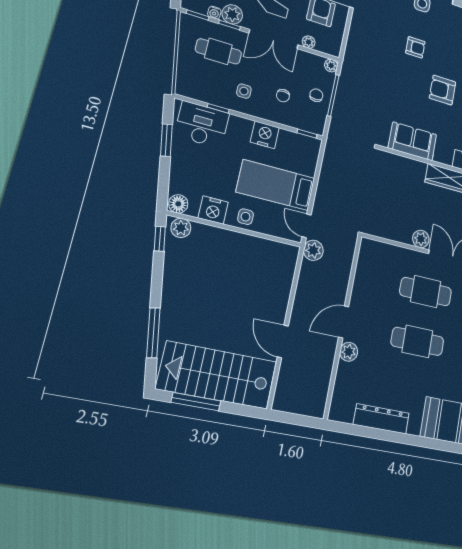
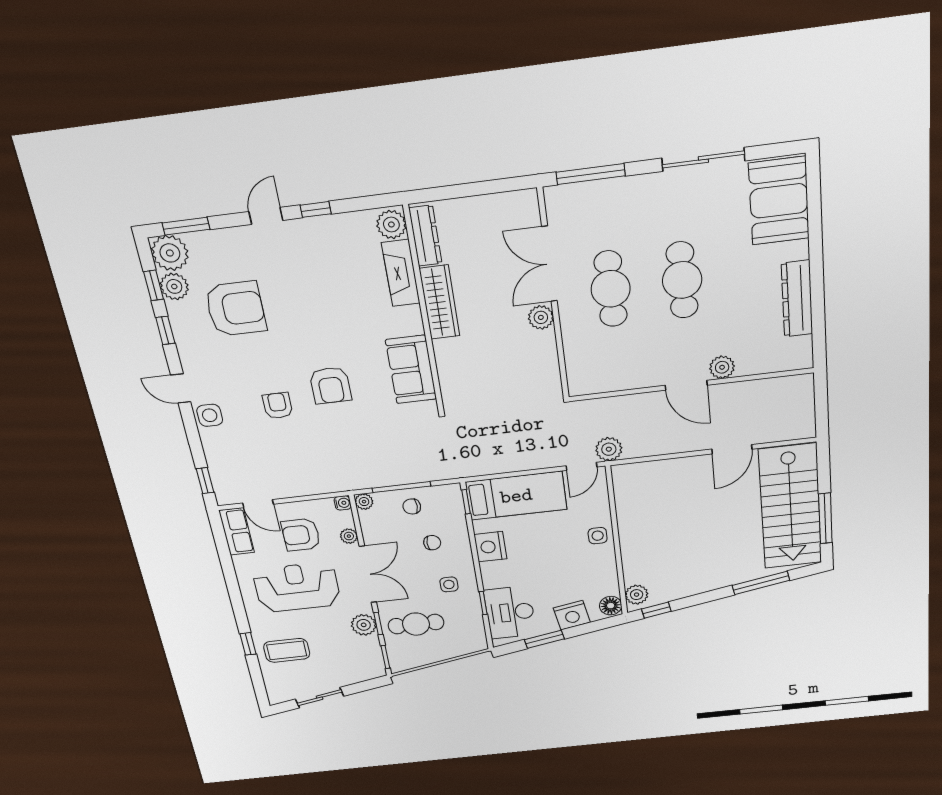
water cooler: (214, 13) -> (343, 503), moved
cafe table: (218, 51) -> (416, 624), turned 90
armchair: (443, 90) -> (330, 385), moved
bed: (276, 185) -> (516, 496), moved, turned -90
nightstand: (213, 210) -> (572, 615), moved, turned 80

